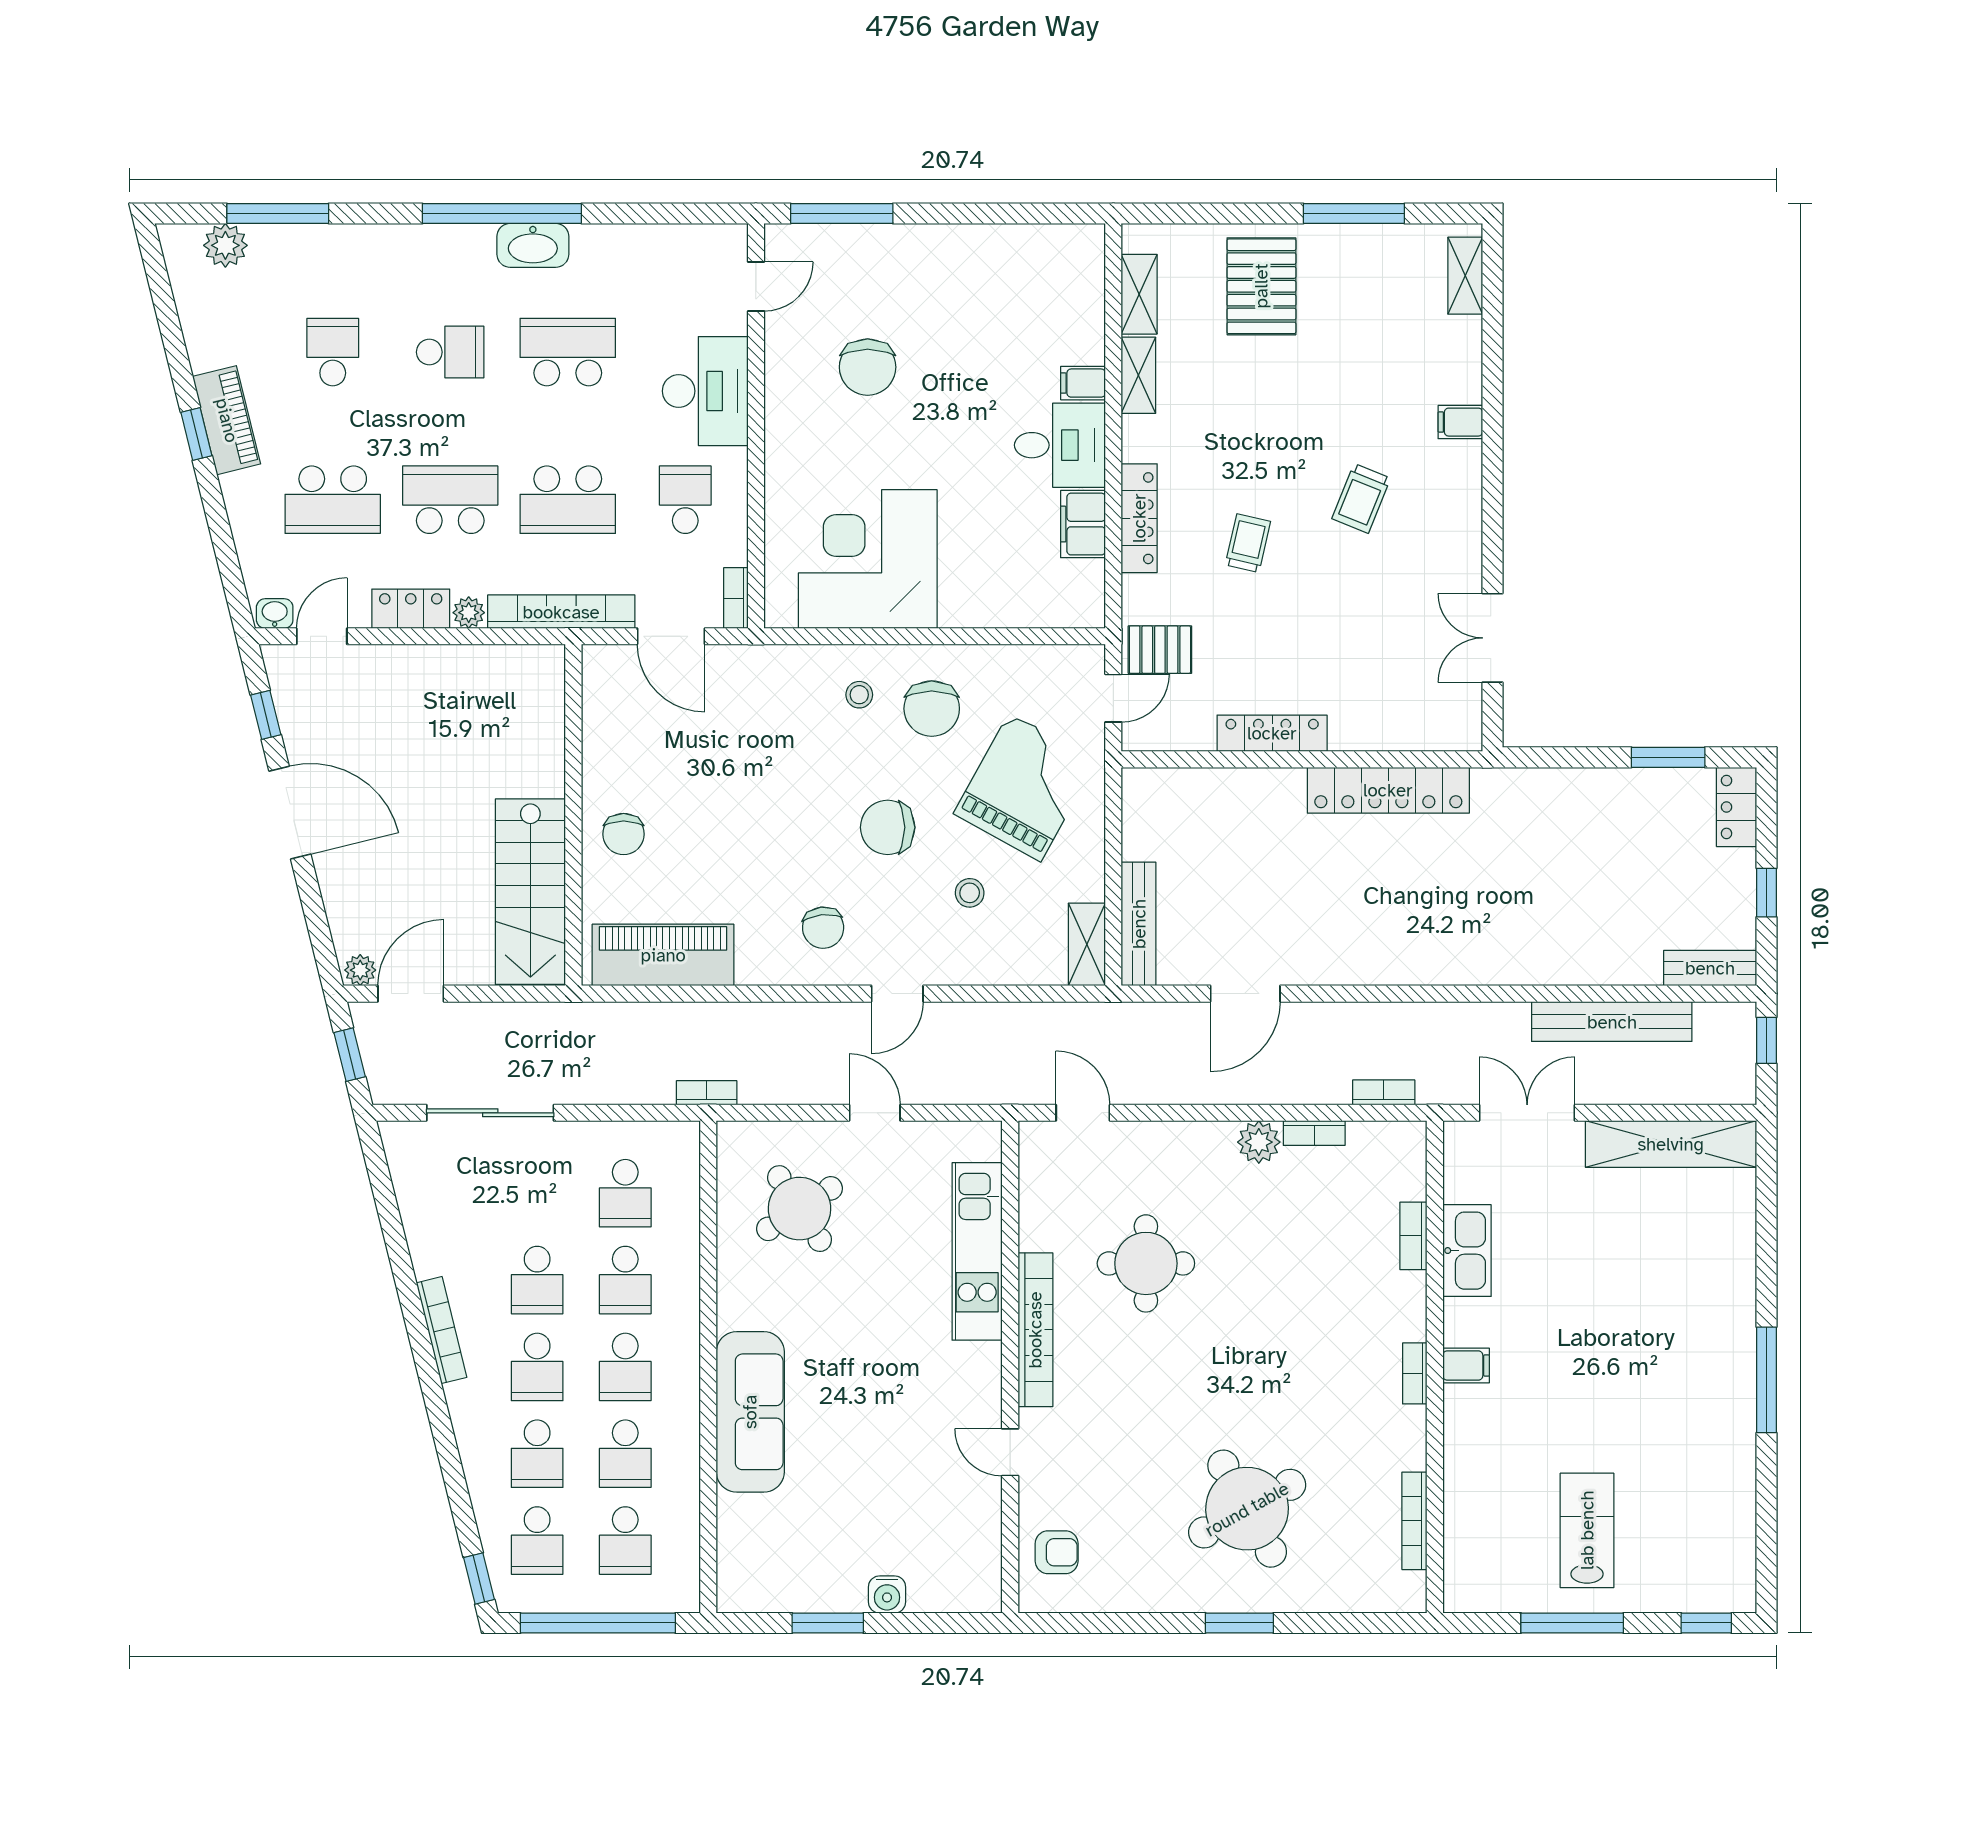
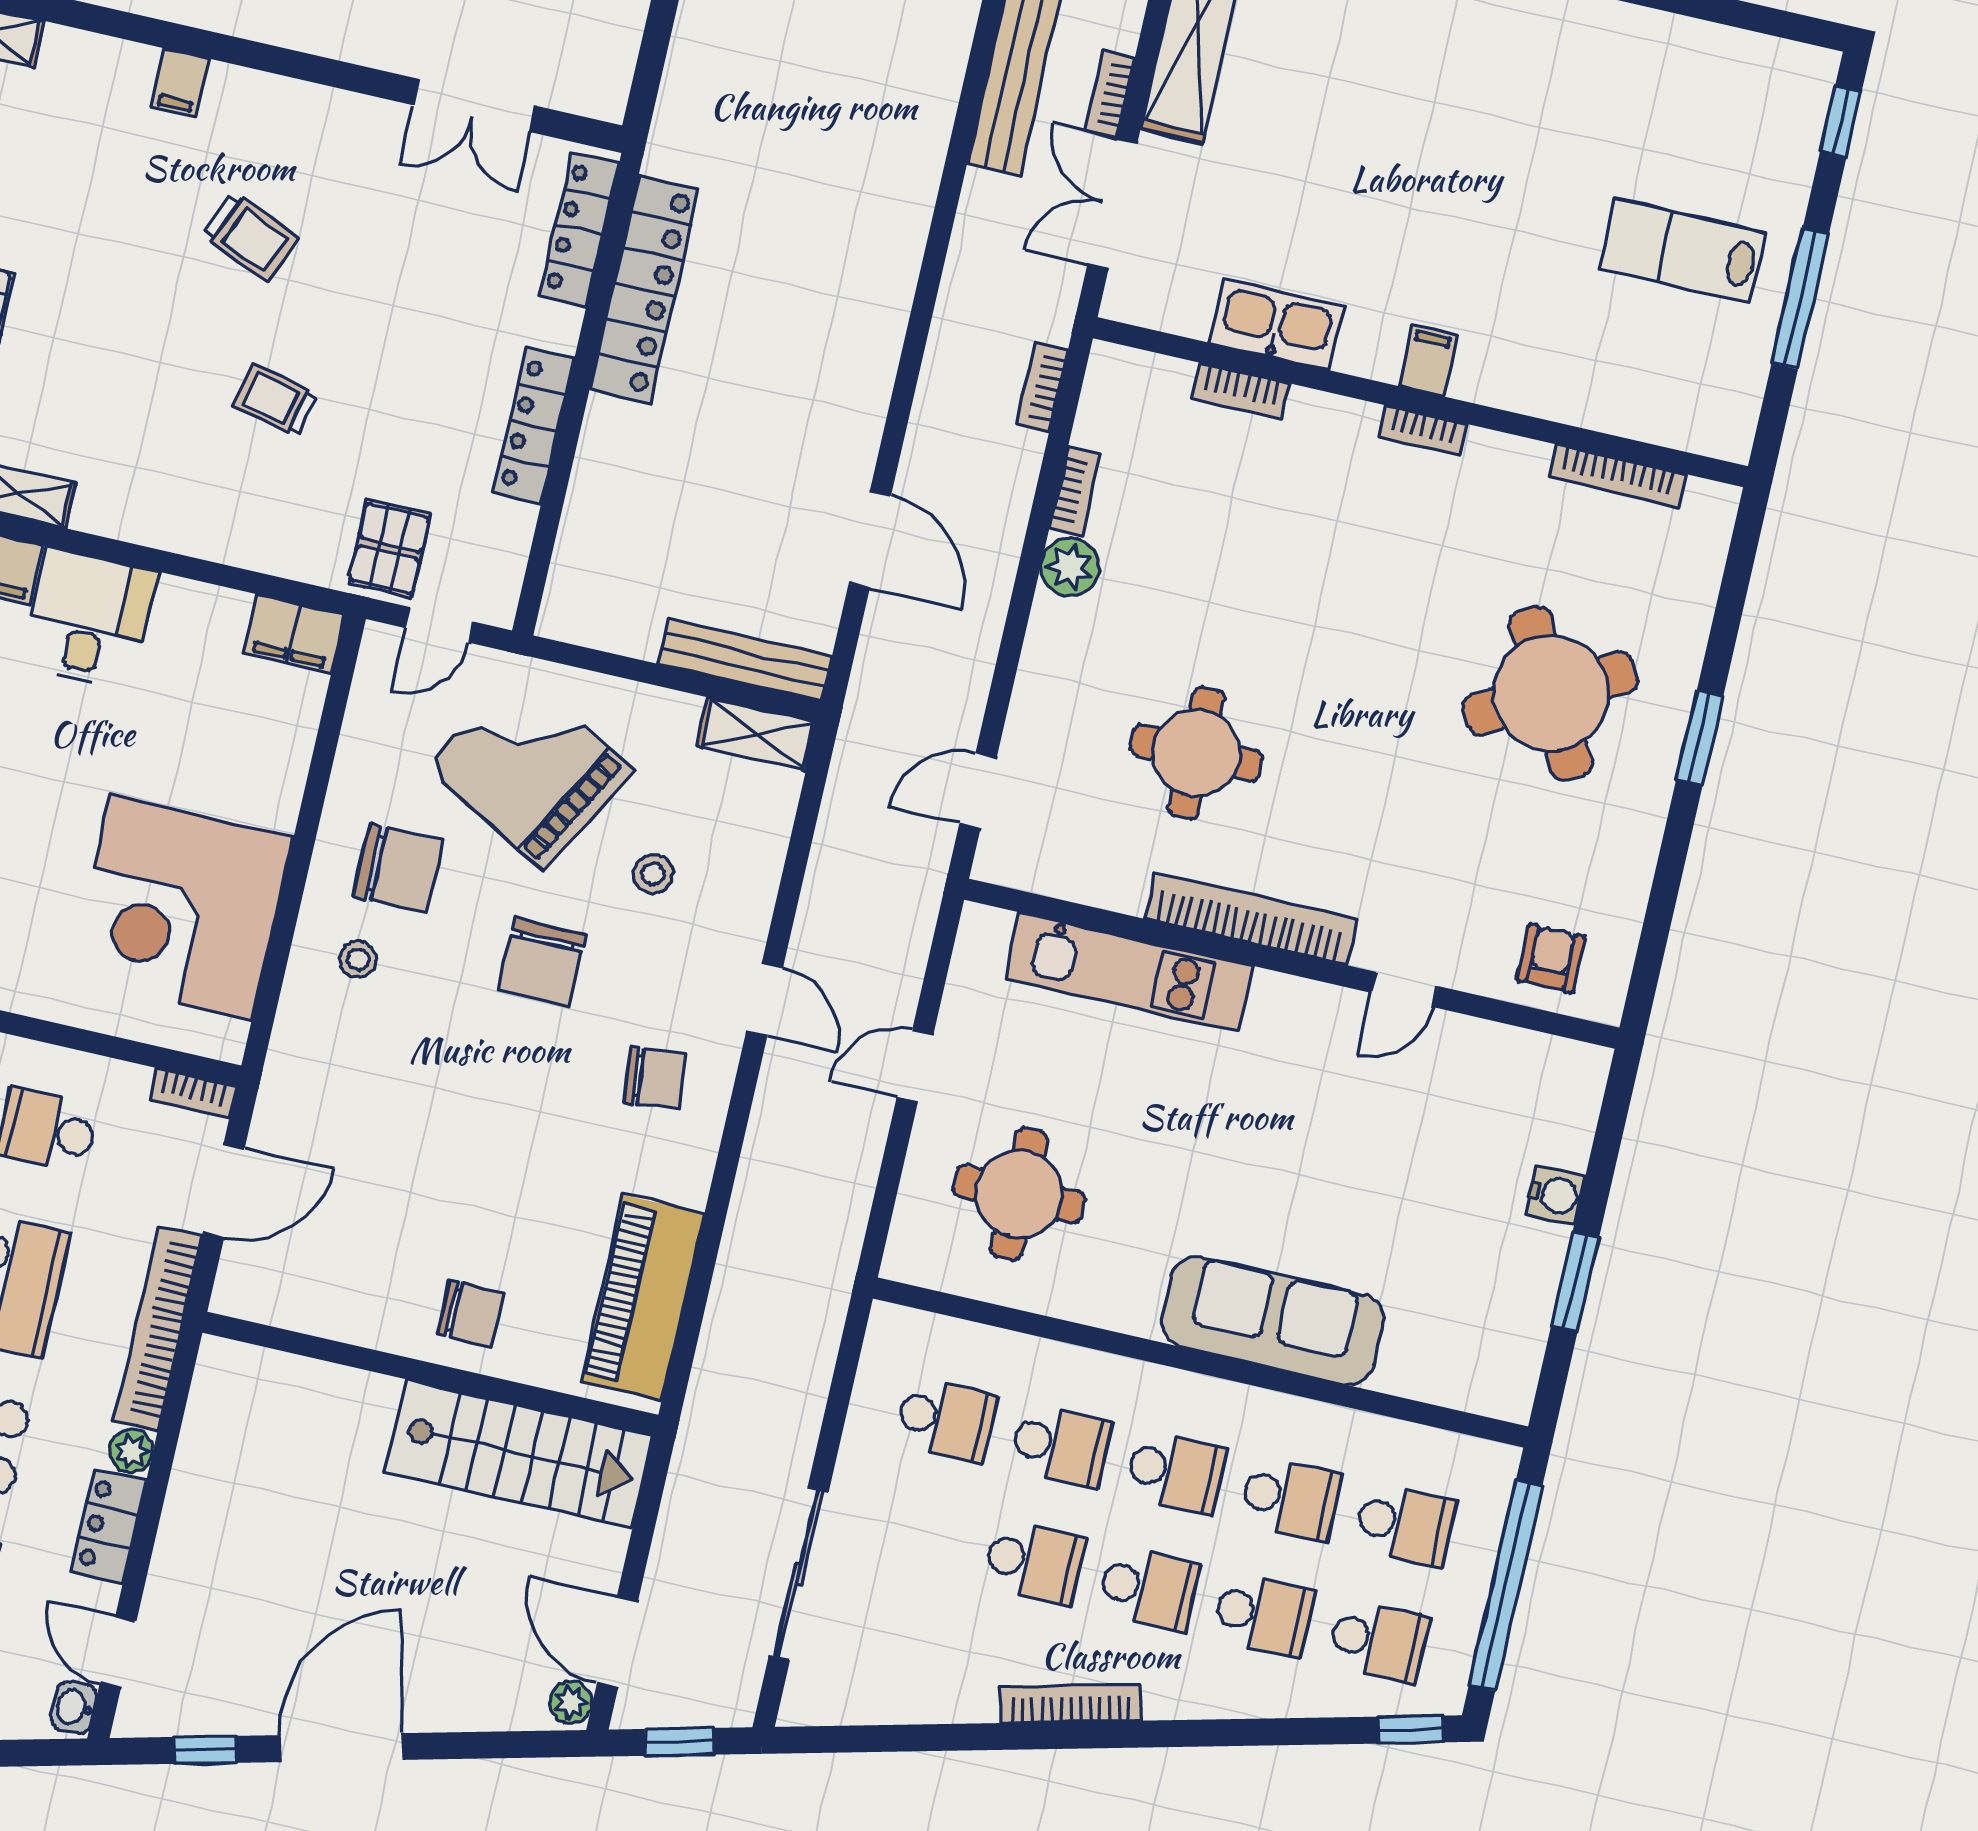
locker: (1139, 518) -> (579, 230), moved, turned -90
filing cabinet: (1083, 524) -> (294, 634), moved
door: (1113, 698) -> (439, 625), swing flipped
bookcase: (707, 1093) -> (1110, 94), moved
round table: (799, 1209) -> (1019, 1194), turned 33

